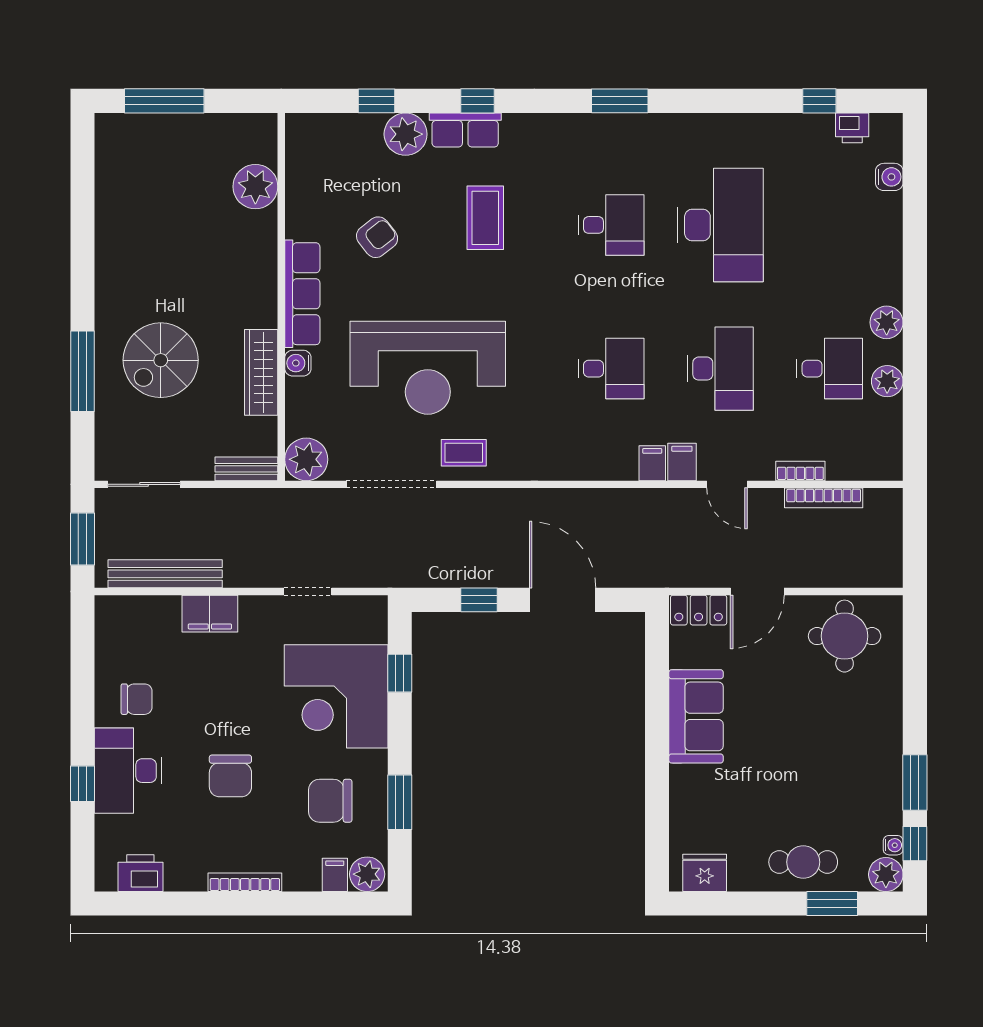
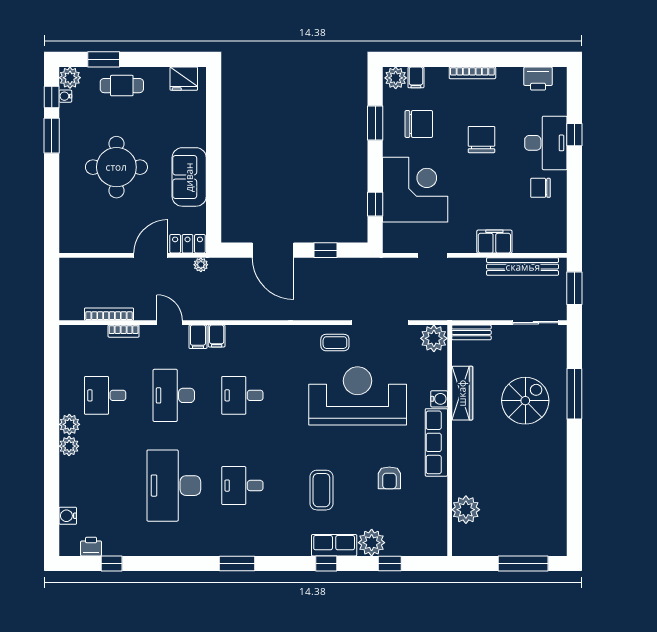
armchair: (377, 237) -> (389, 478), turned -52
plant: (887, 381) -> (69, 446), moved
plant: (677, 577) -> (201, 265), added
round table: (845, 636) -> (116, 167), moved, width x1.36, depth x1.36

